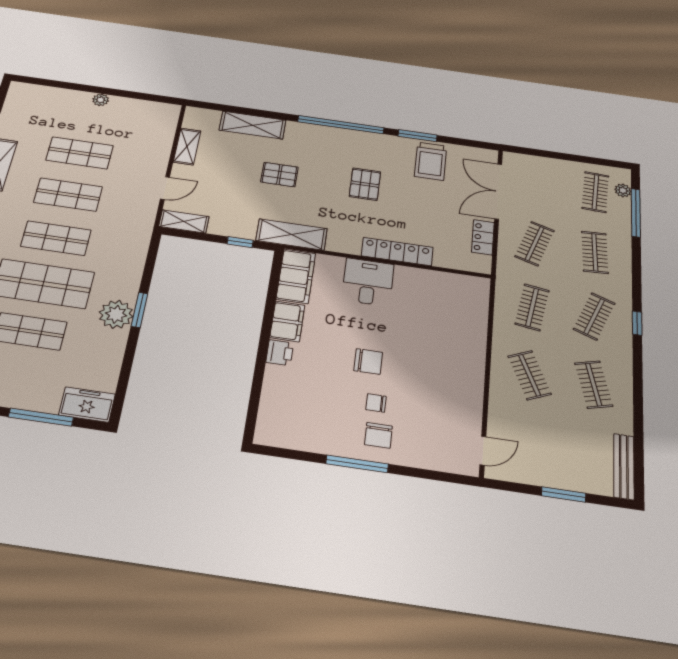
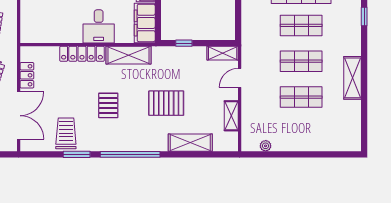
plant: (101, 100) -> (266, 146), moved
pallet: (279, 175) -> (166, 103), width x1.50, depth x1.42
shelving: (292, 235) -> (128, 55), moved

